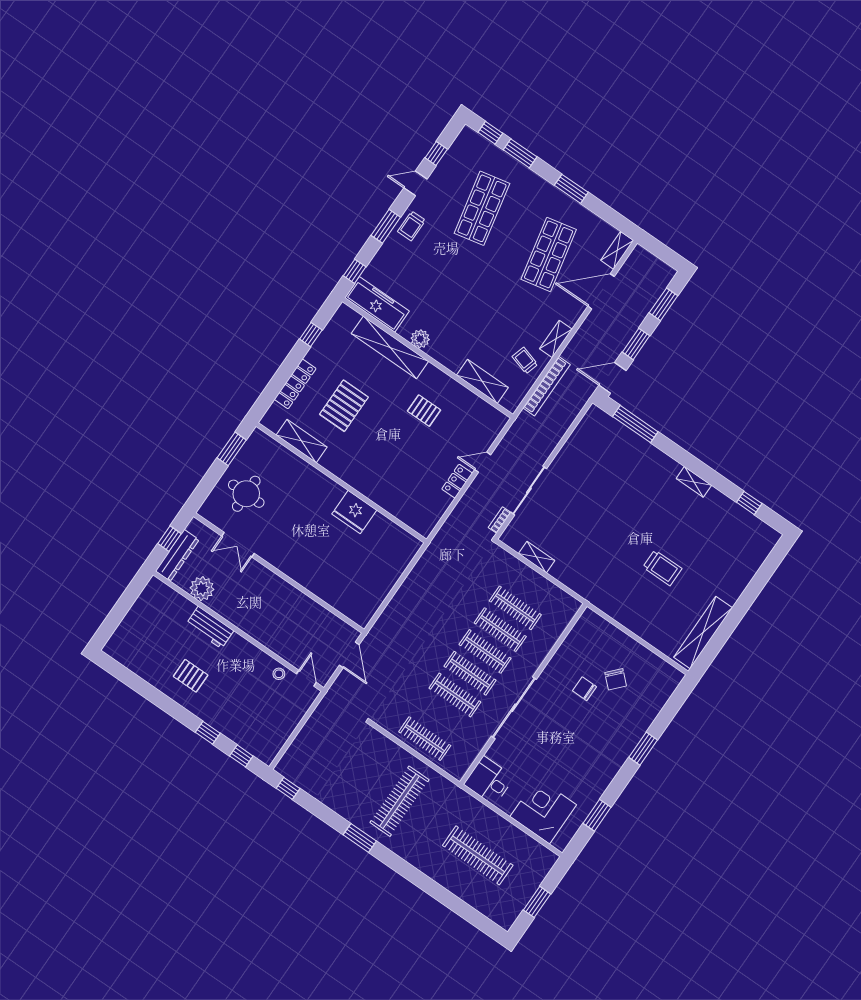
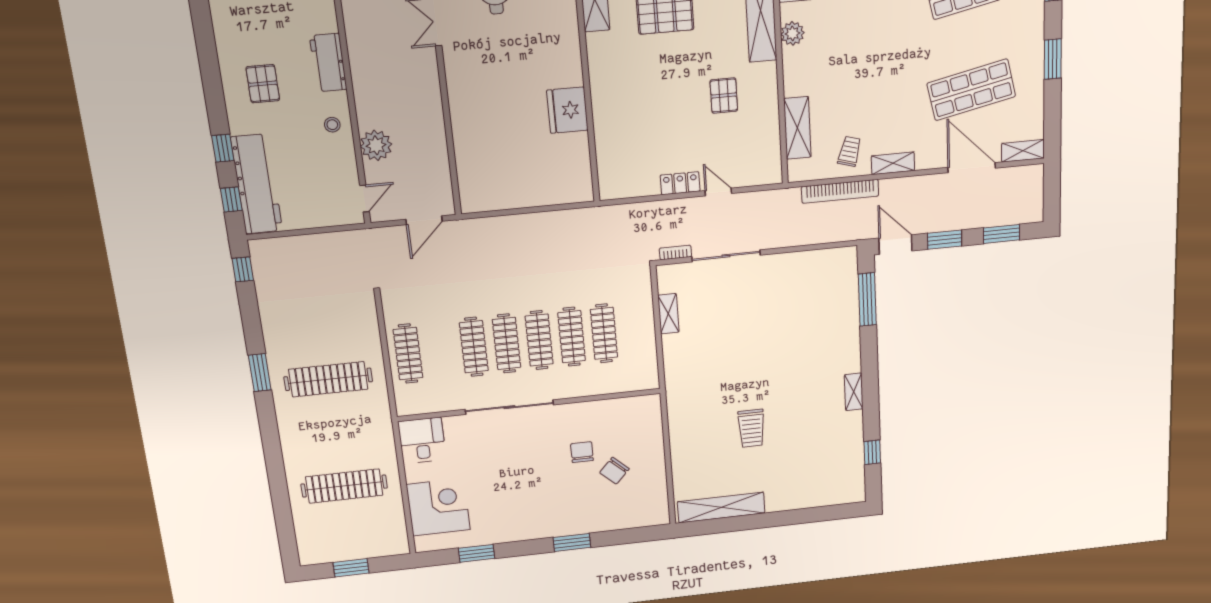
plant: (202, 589) -> (376, 145), moved
stool: (279, 674) -> (332, 125), moved
workbench: (245, 733) -> (257, 184), added
clothes rail: (478, 855) -> (344, 486), turned 90

